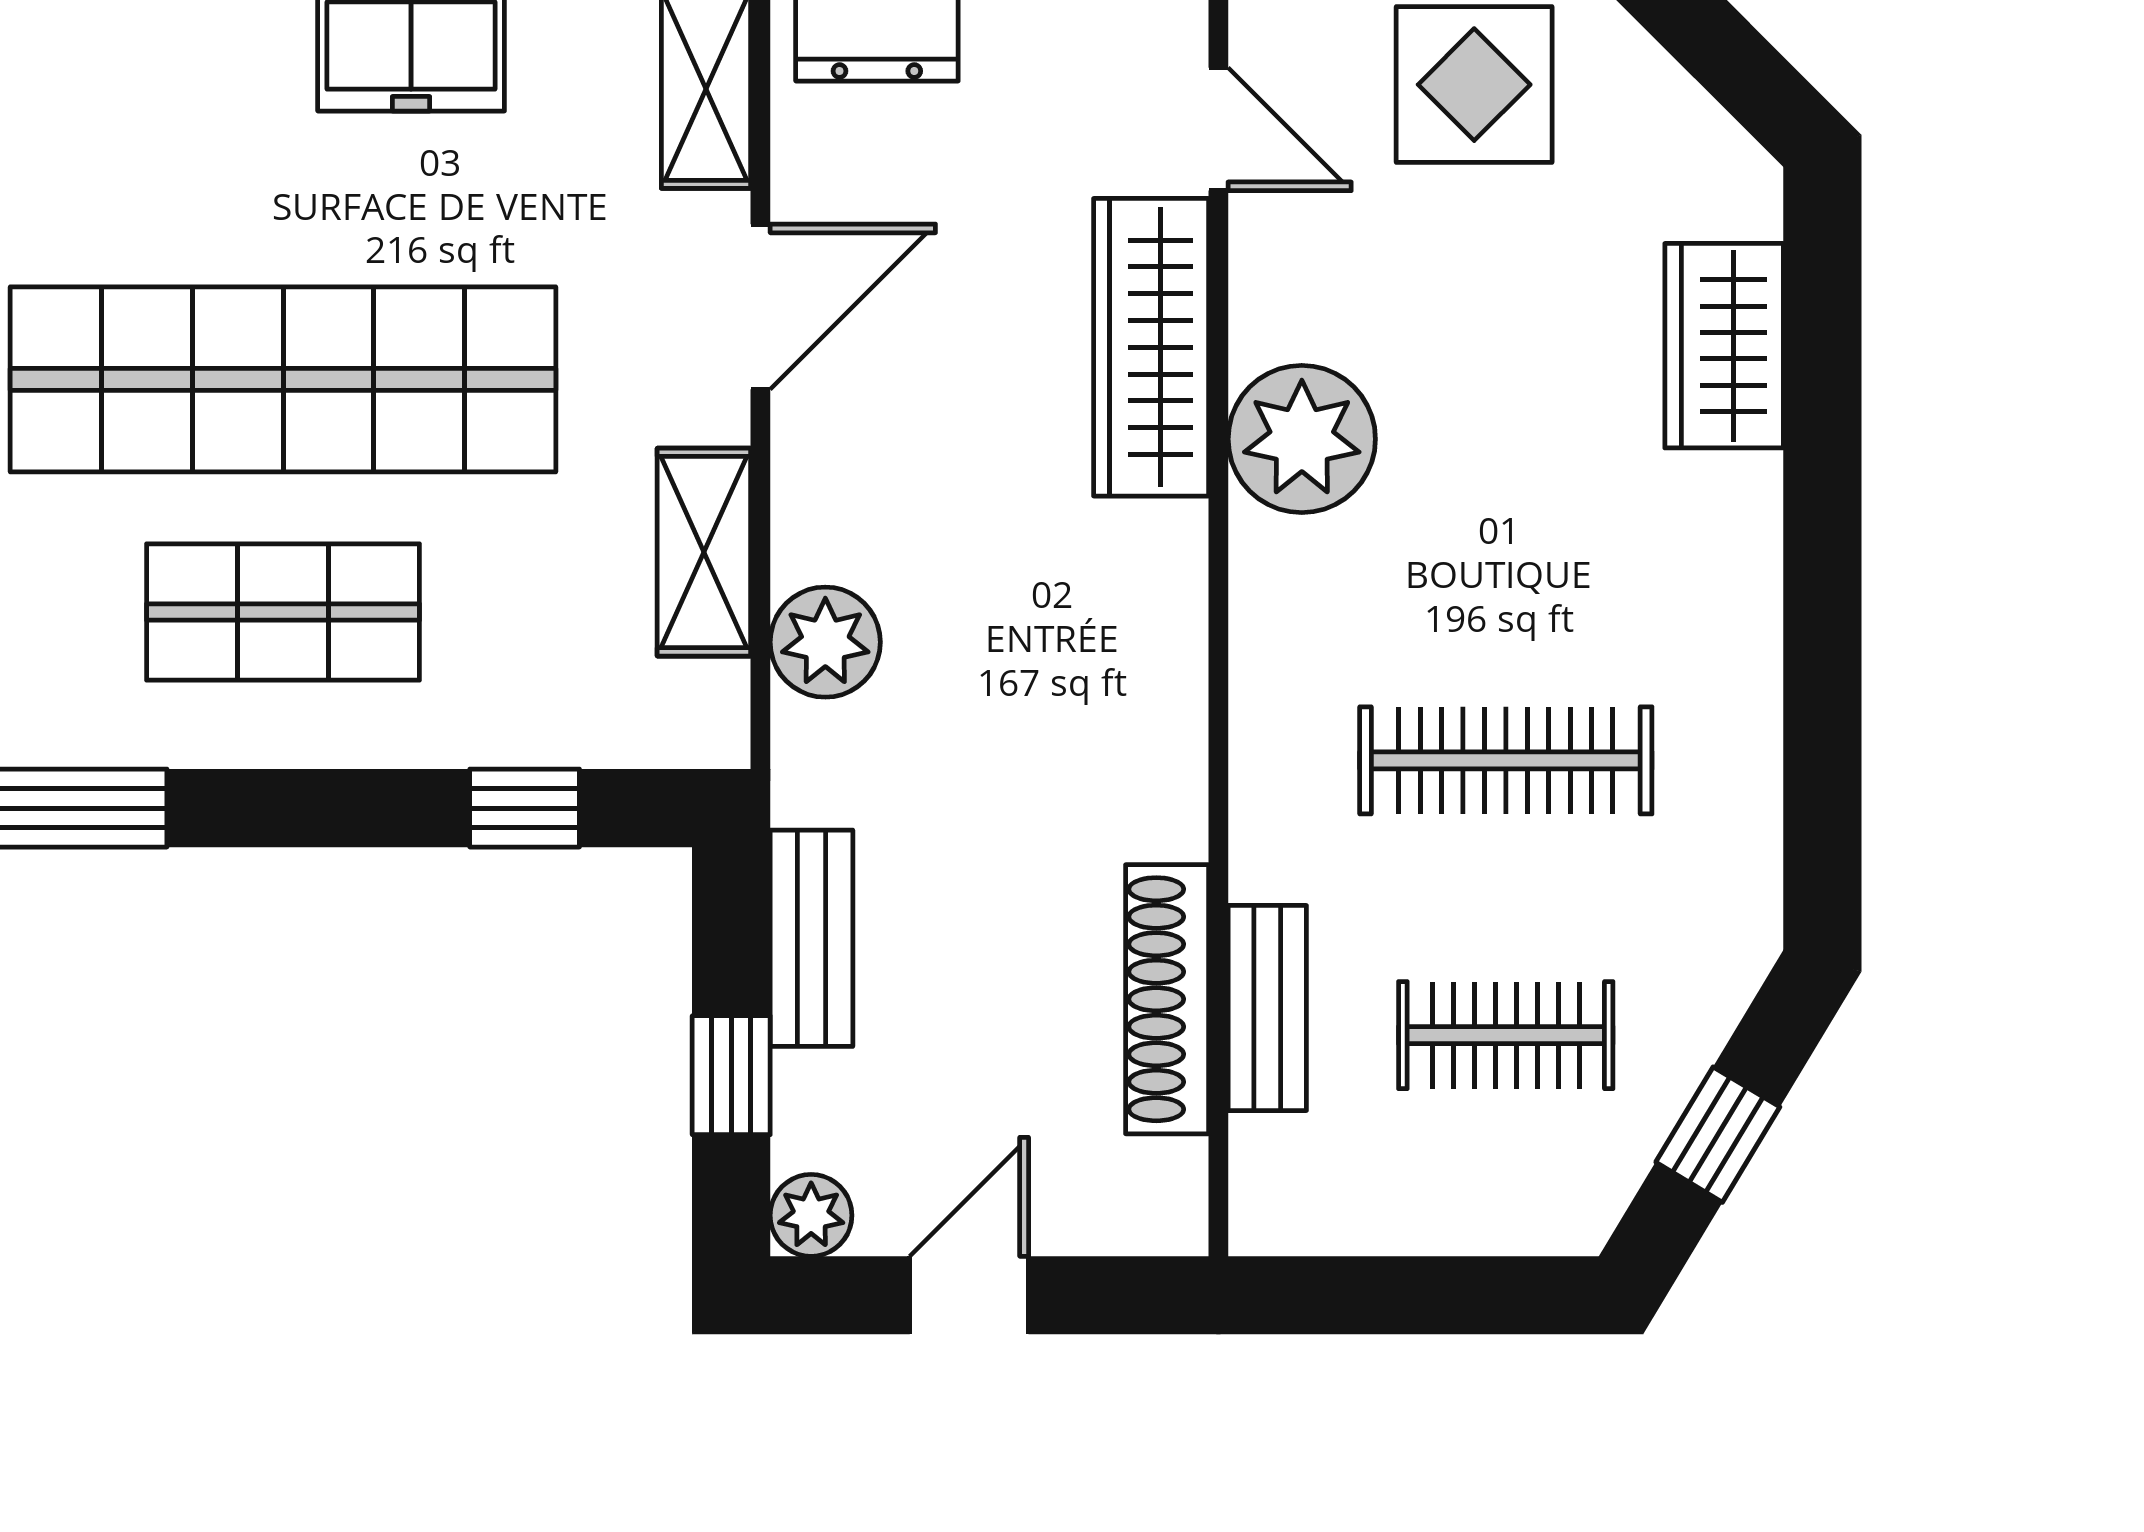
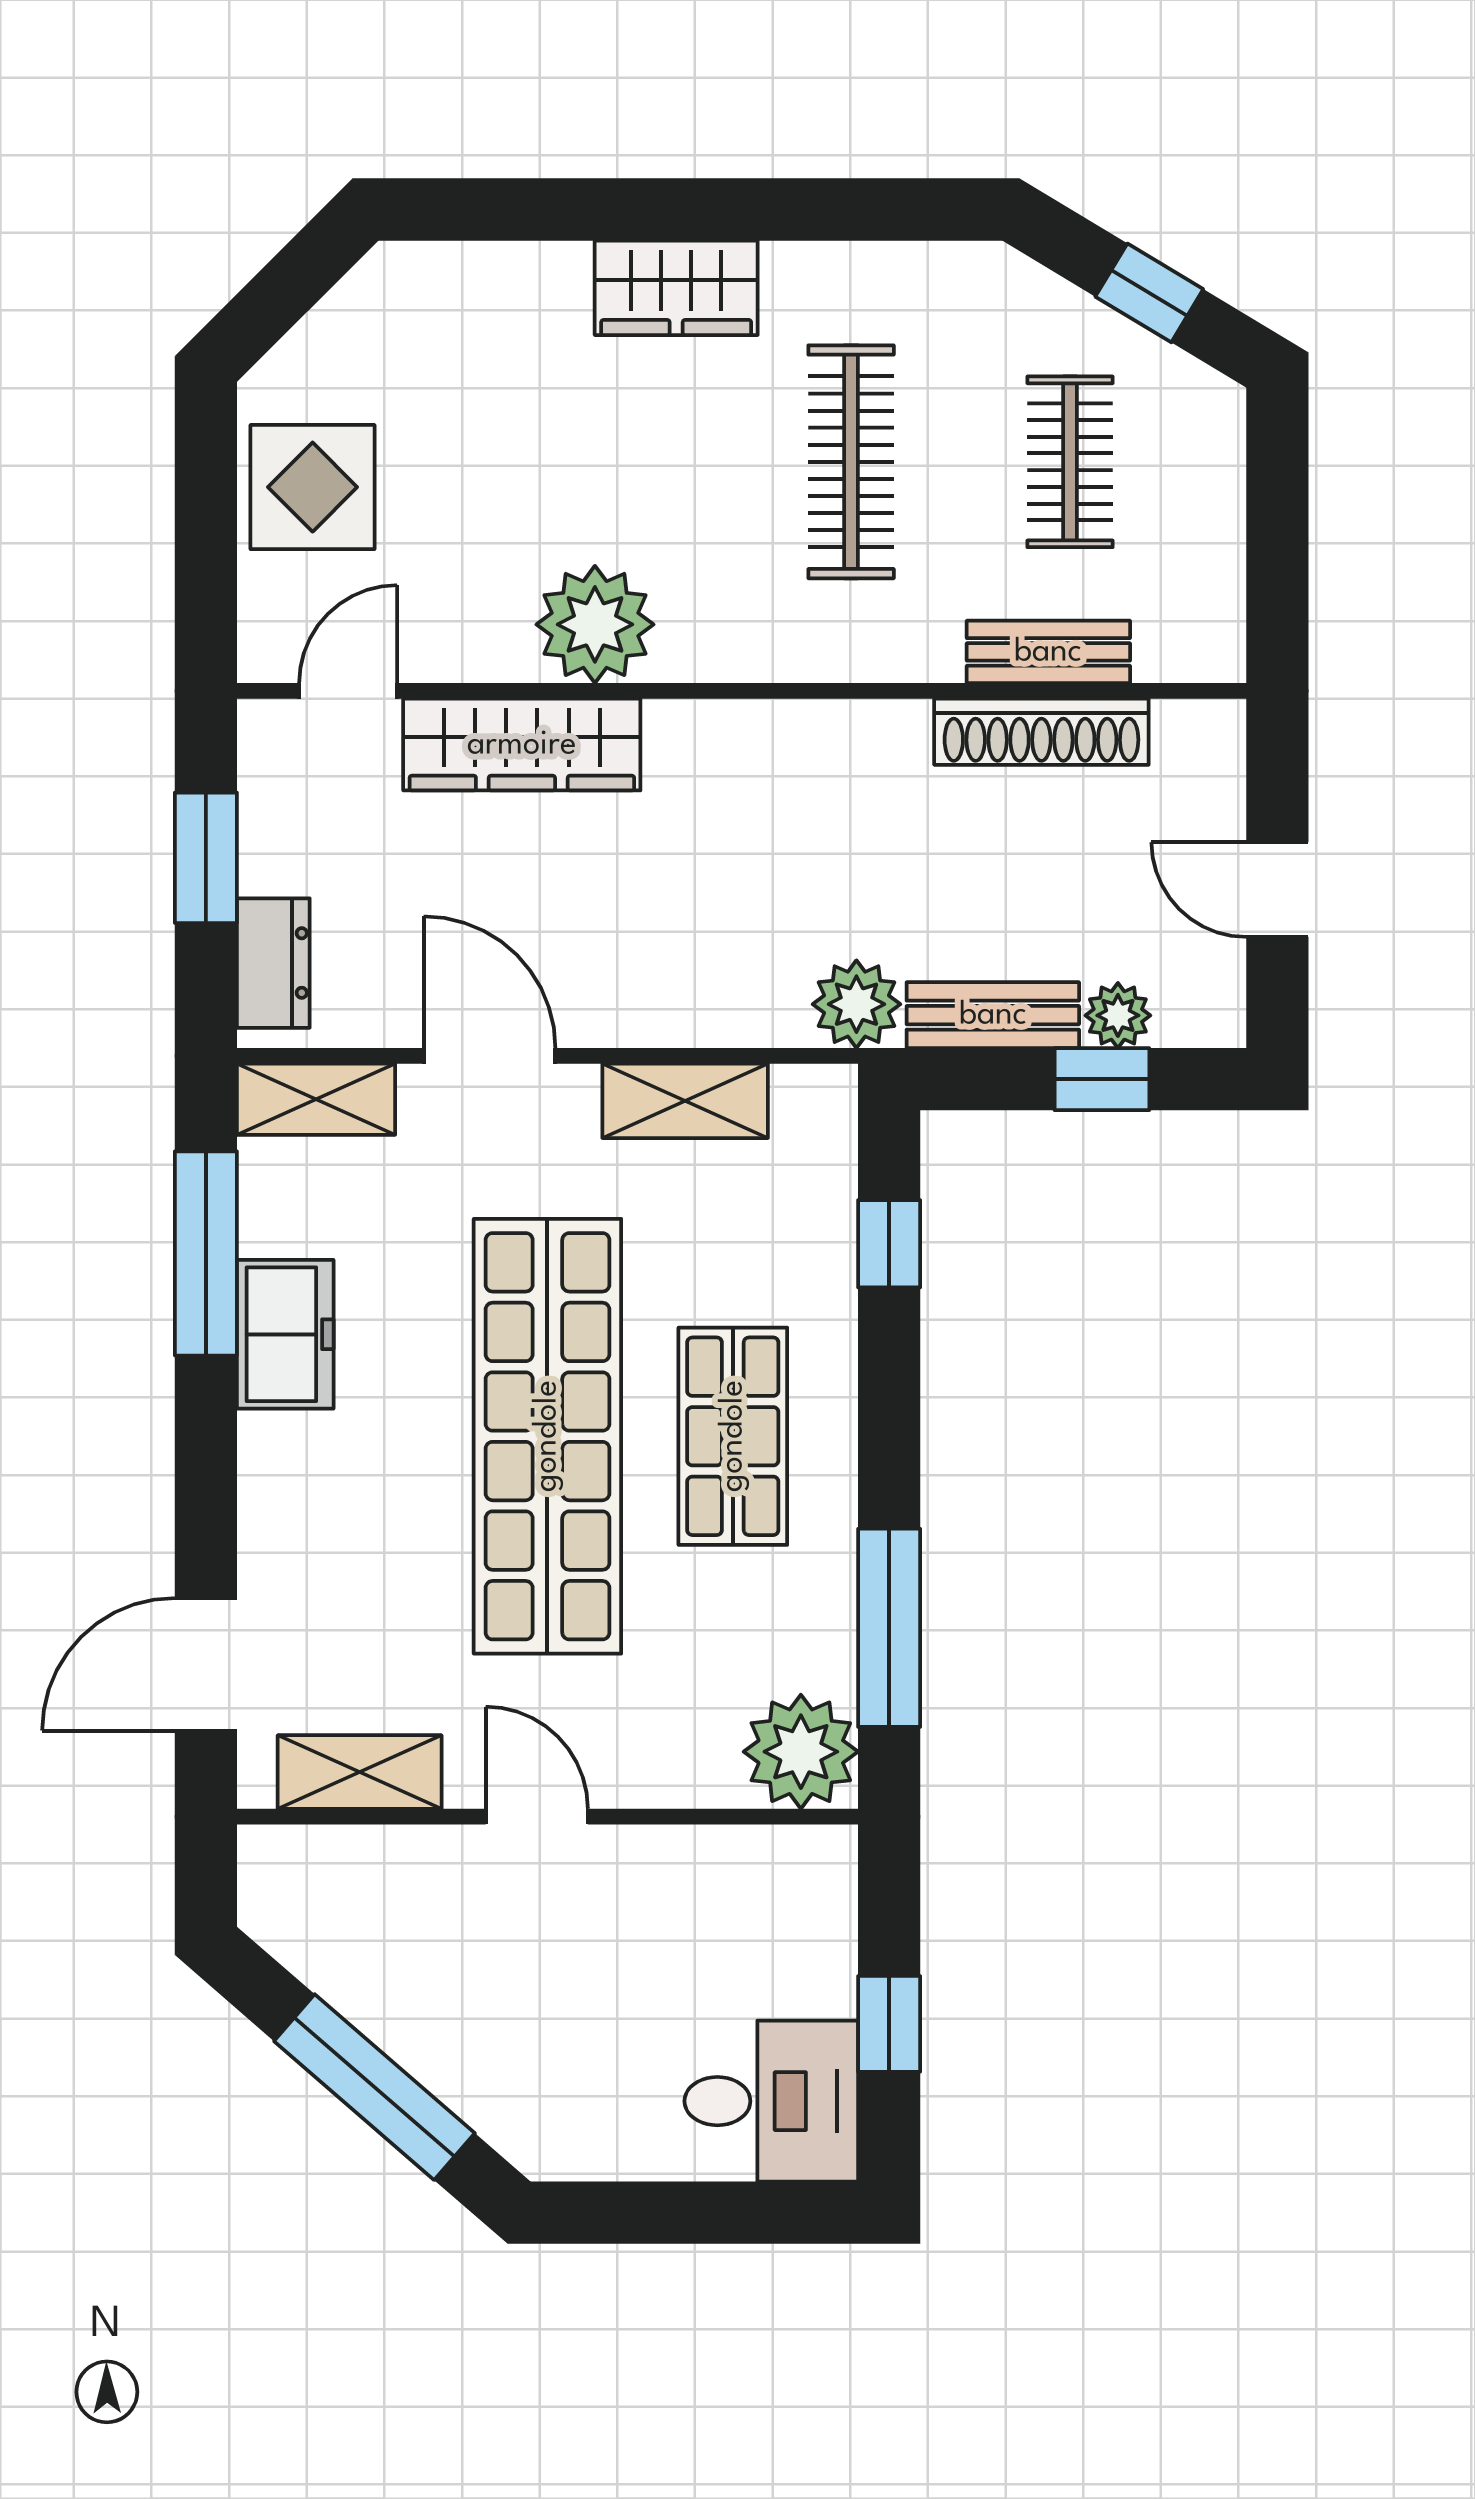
wardrobe: (1724, 346) -> (676, 288), moved
plant: (825, 642) -> (856, 1004), moved
plant: (811, 1215) -> (1118, 1015), moved

